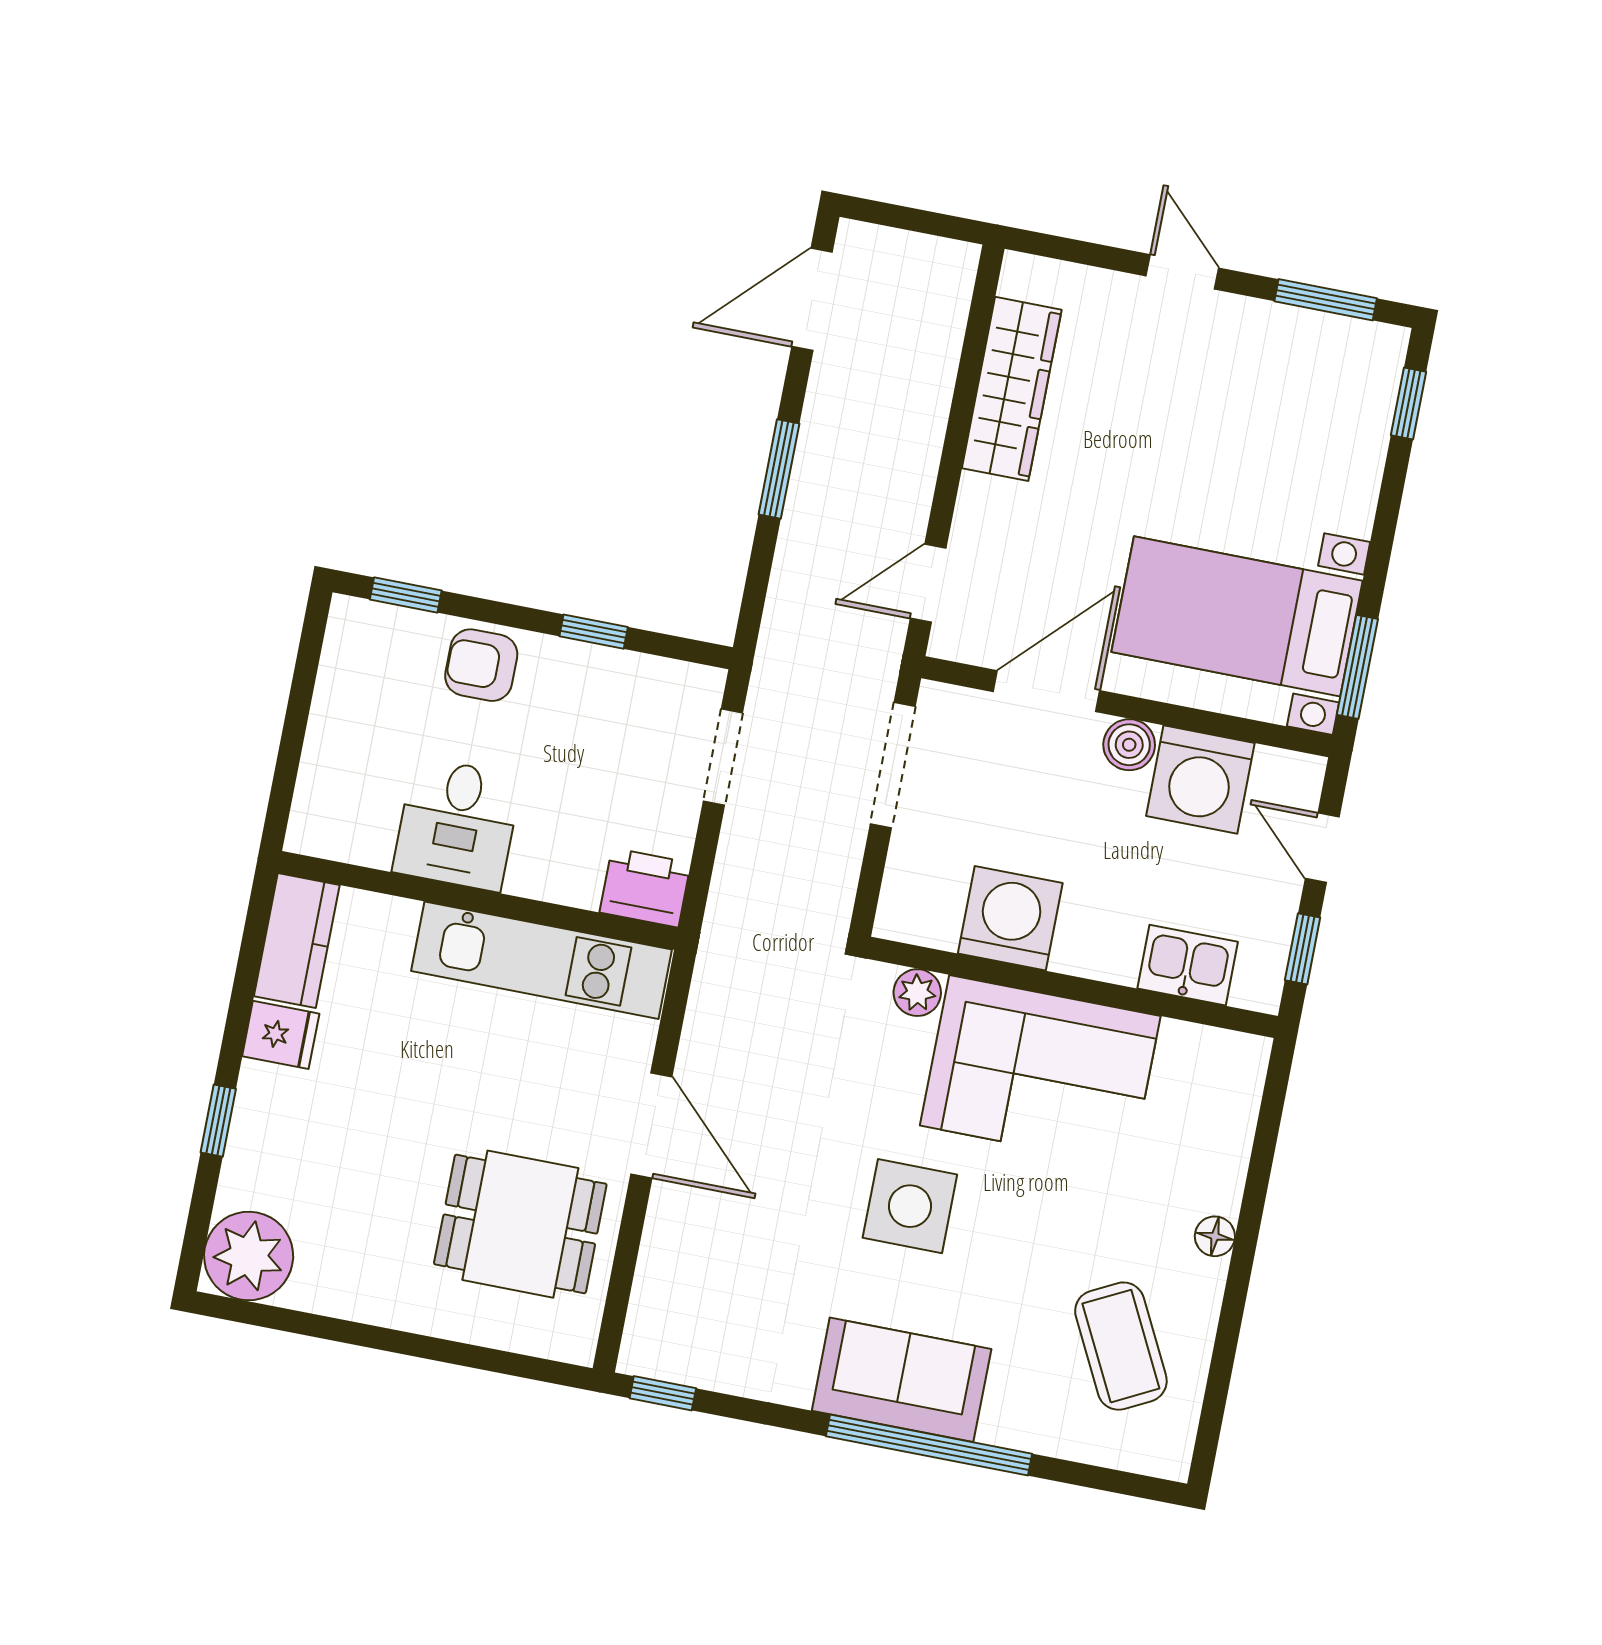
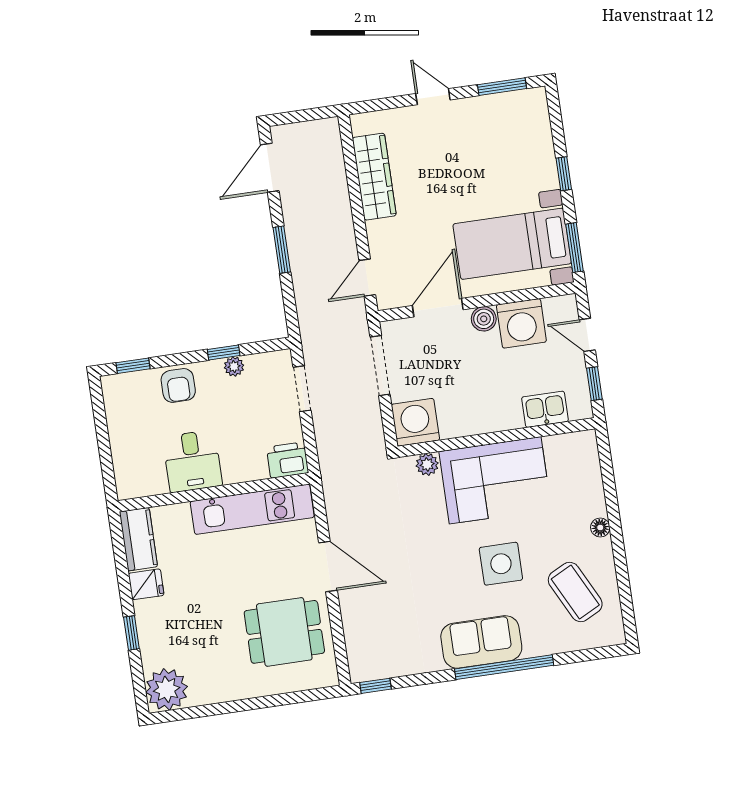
window: (1409, 403) -> (564, 174), moved
armchair: (481, 665) -> (178, 385), turned -90
plant: (604, 666) -> (234, 367), added
washing machine: (1010, 918) -> (415, 422), moved
side table: (910, 1206) -> (501, 564), moved

